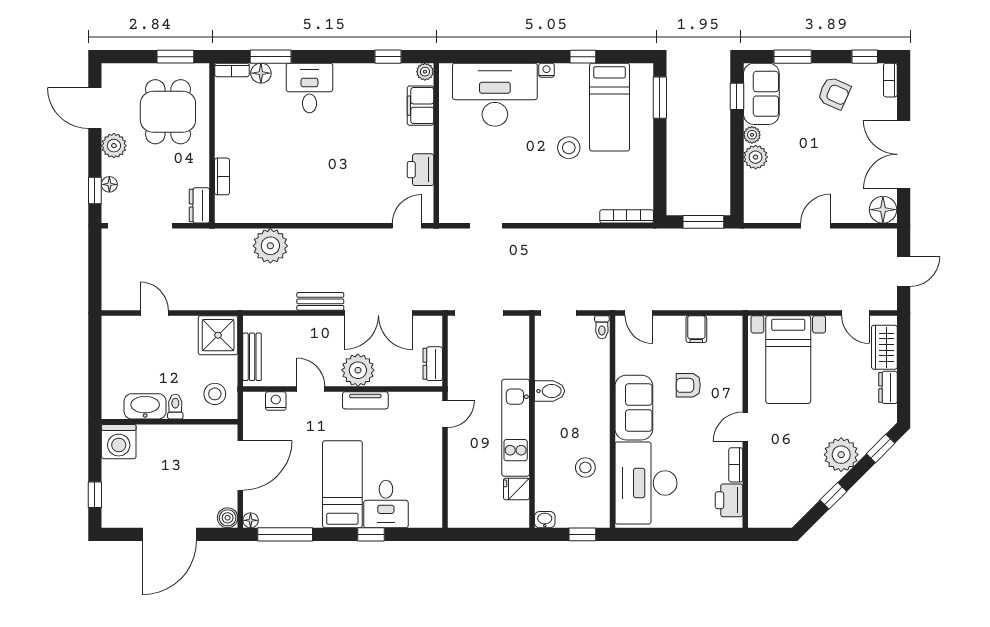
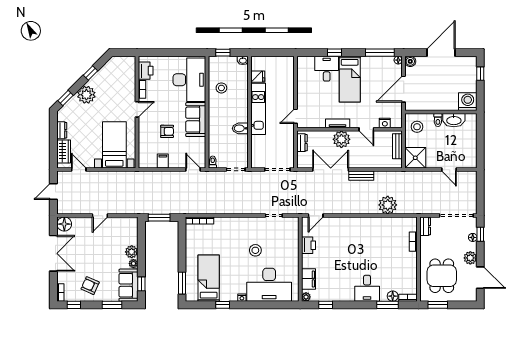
stool: (569, 148) -> (255, 250), moved

